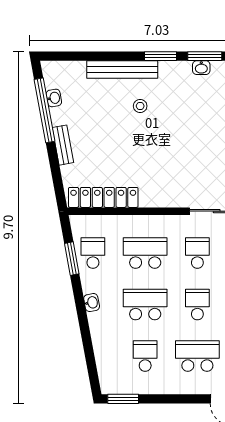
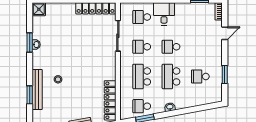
window: (161, 56) -> (30, 95), moved
school desk: (197, 356) -> (200, 47), removed
window: (123, 399) -> (225, 75), moved

